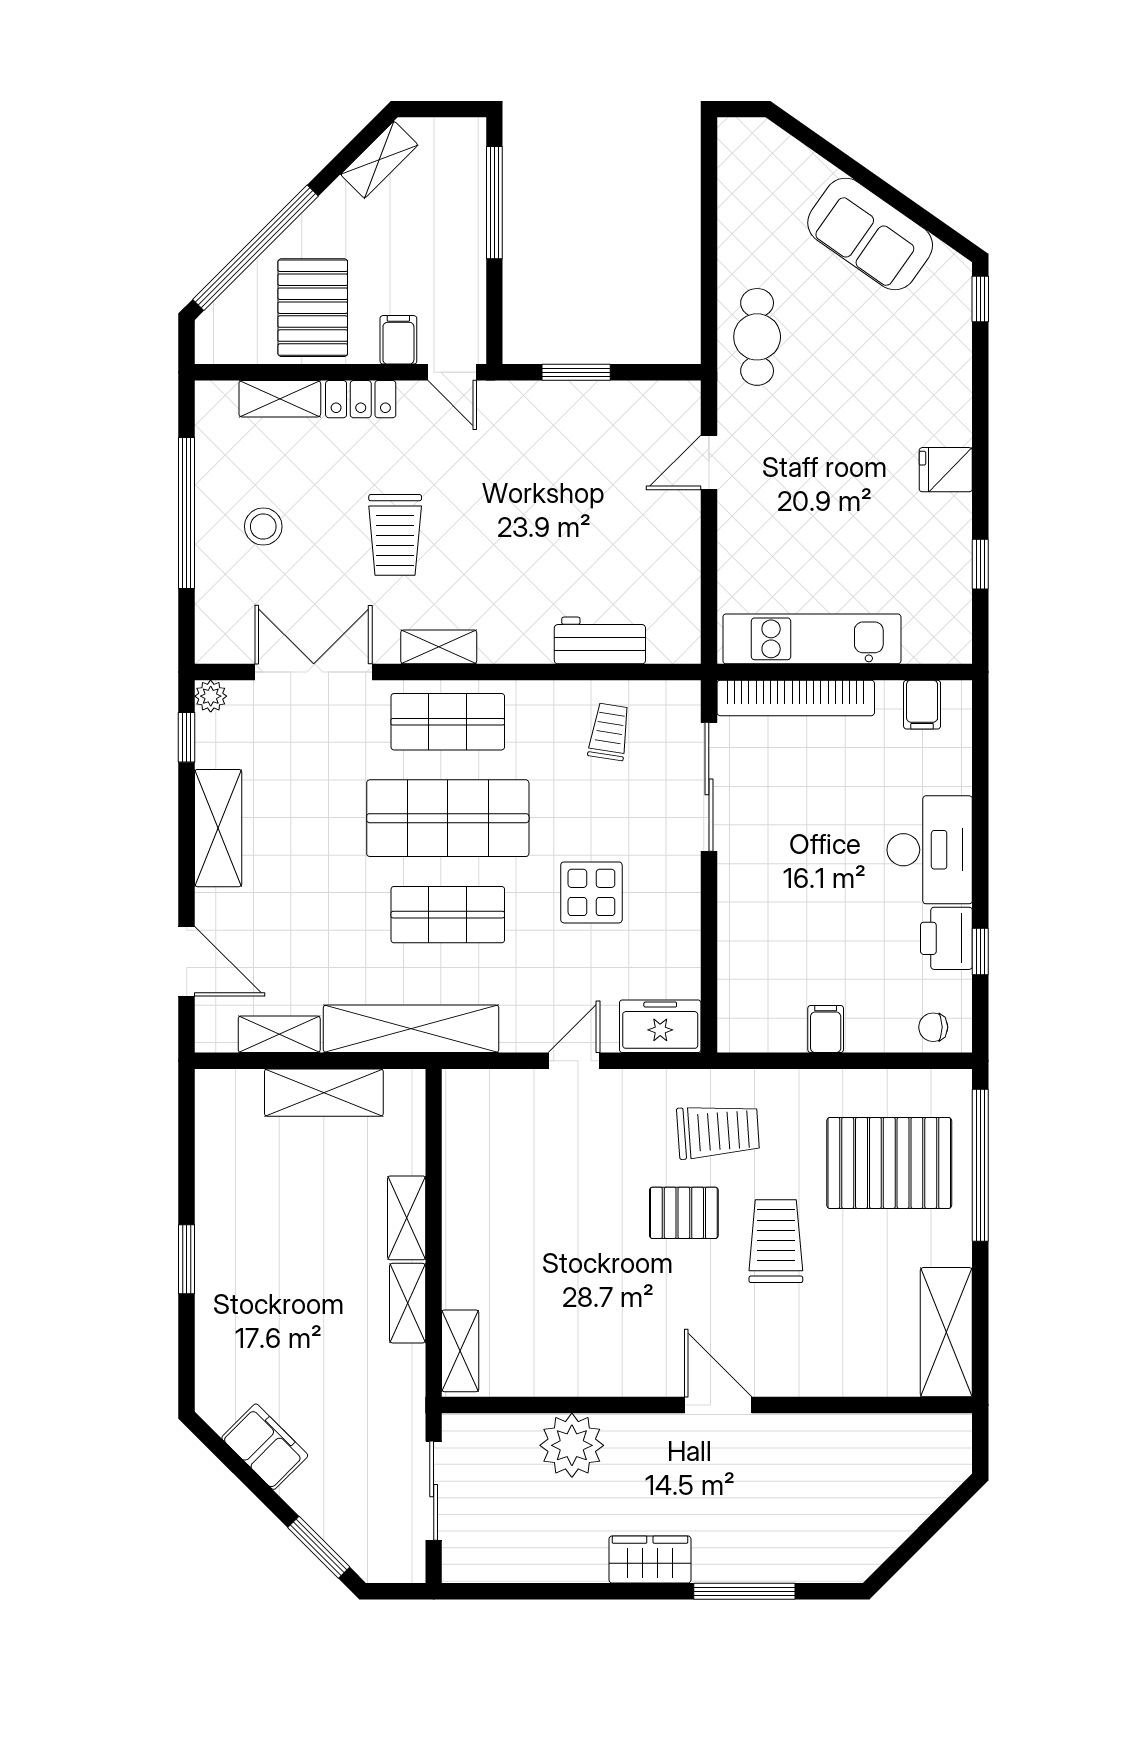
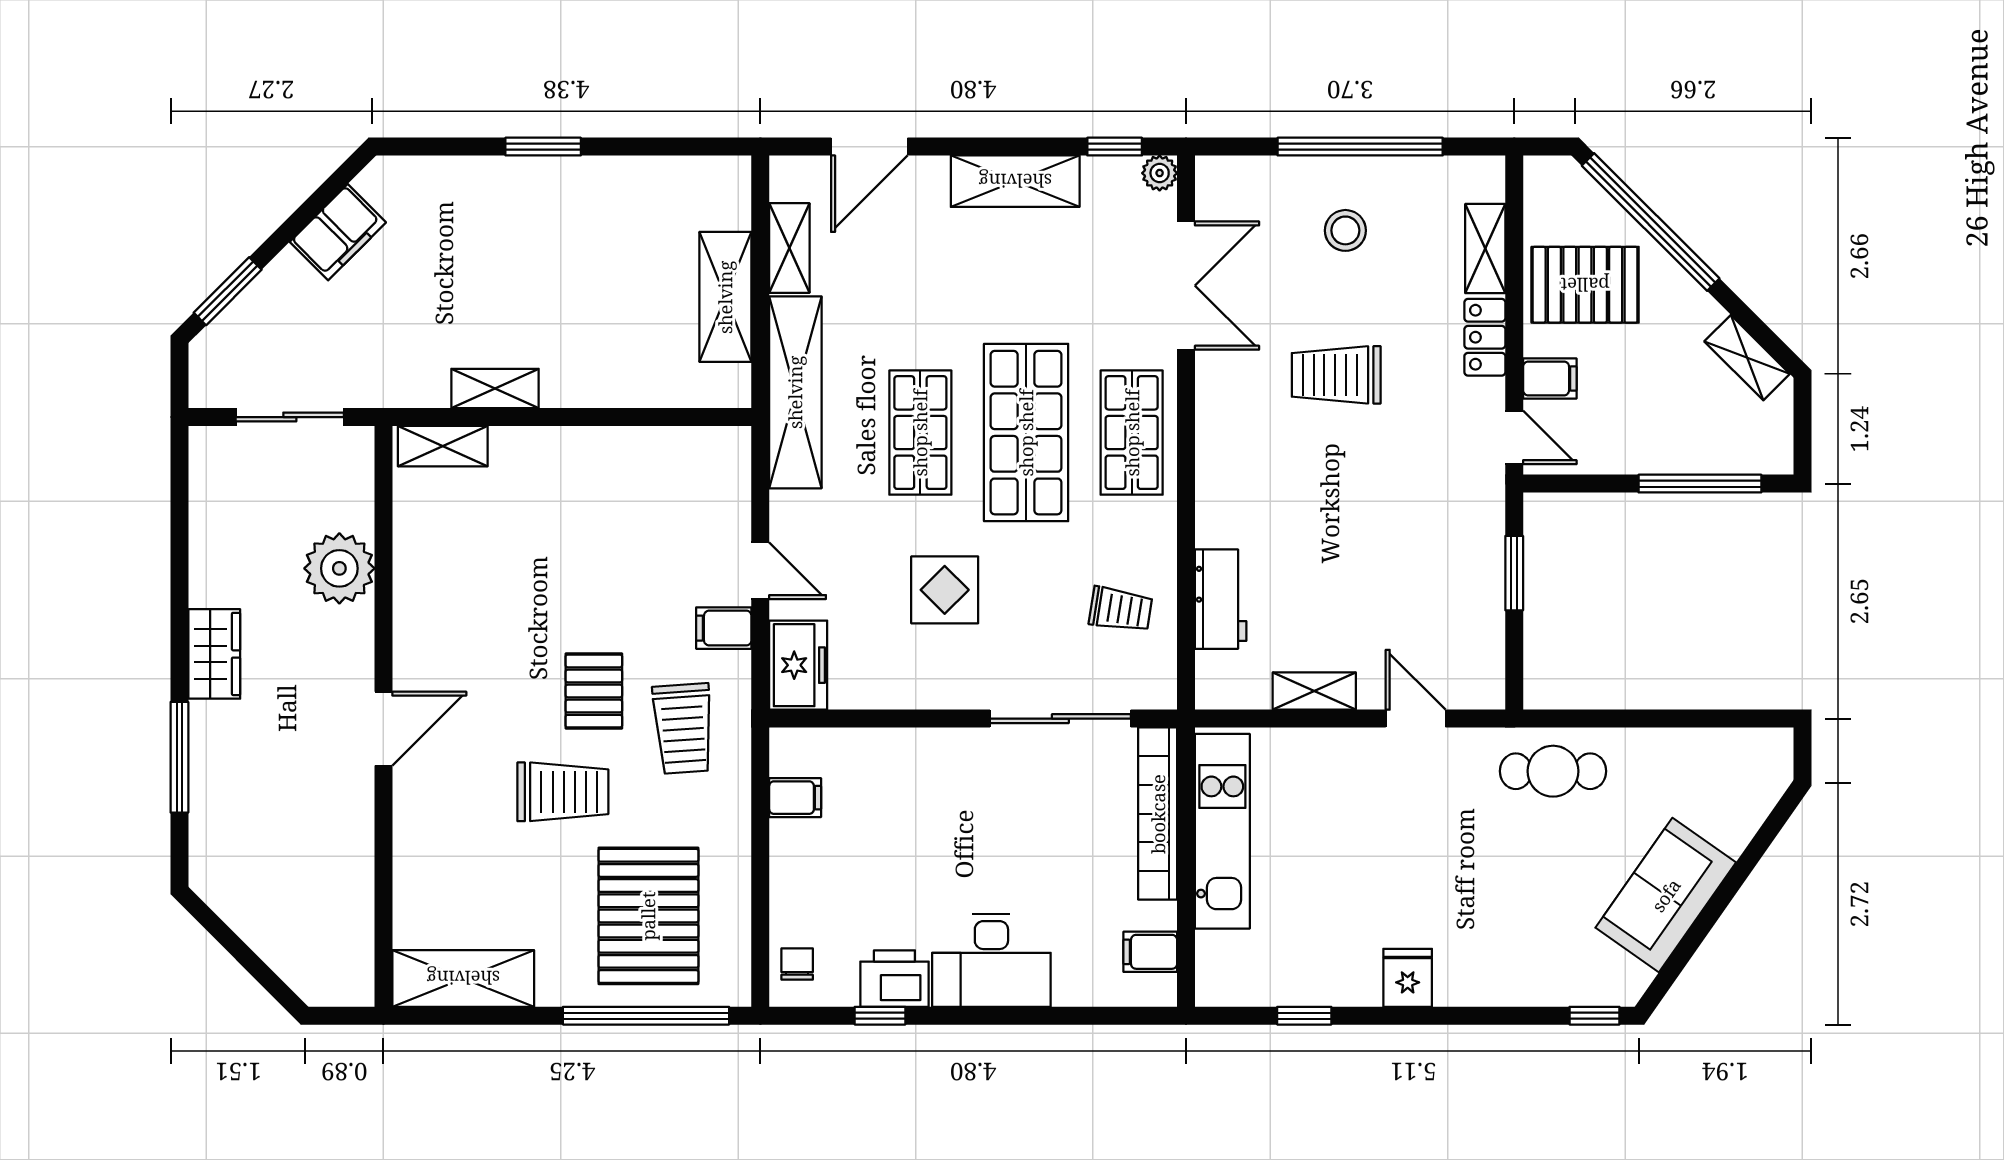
door: (452, 372) -> (1514, 437), swing flipped
shelving: (439, 647) -> (1314, 691), moved, turned 90
filing cabinet: (826, 1029) -> (795, 798), moved
filing cabinet: (626, 1094) -> (724, 628), added
shelving: (407, 1218) -> (588, 387), removed

